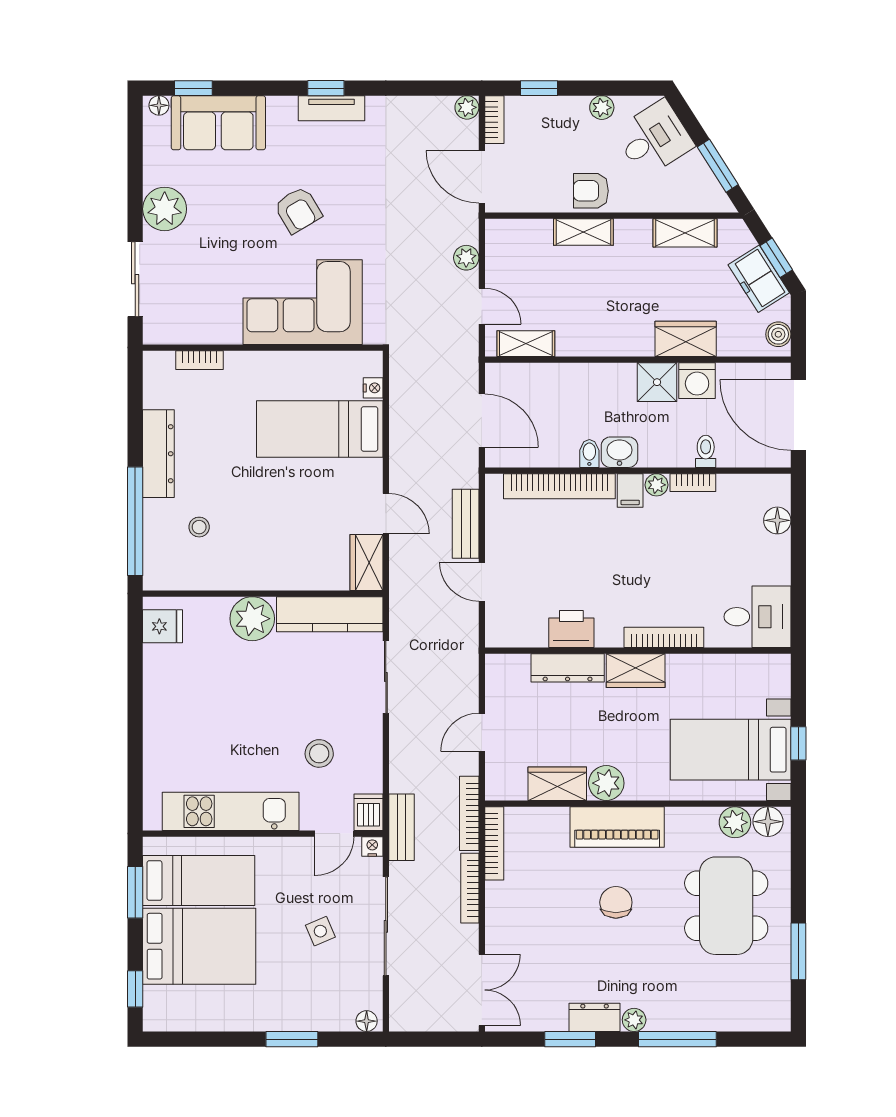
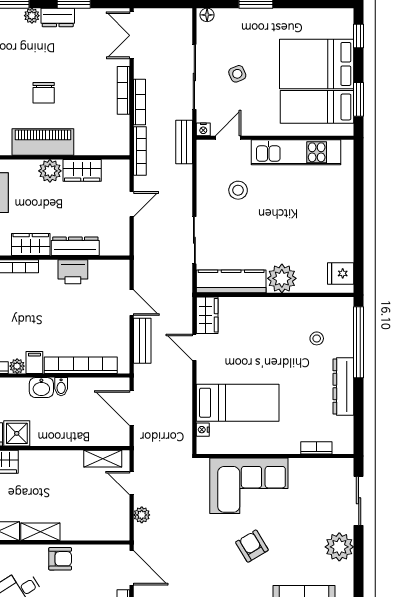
shelving: (583, 232) -> (40, 532), moved
dishwasher: (368, 812) -> (206, 152), removed
bookcase: (494, 843) -> (123, 90), moved

